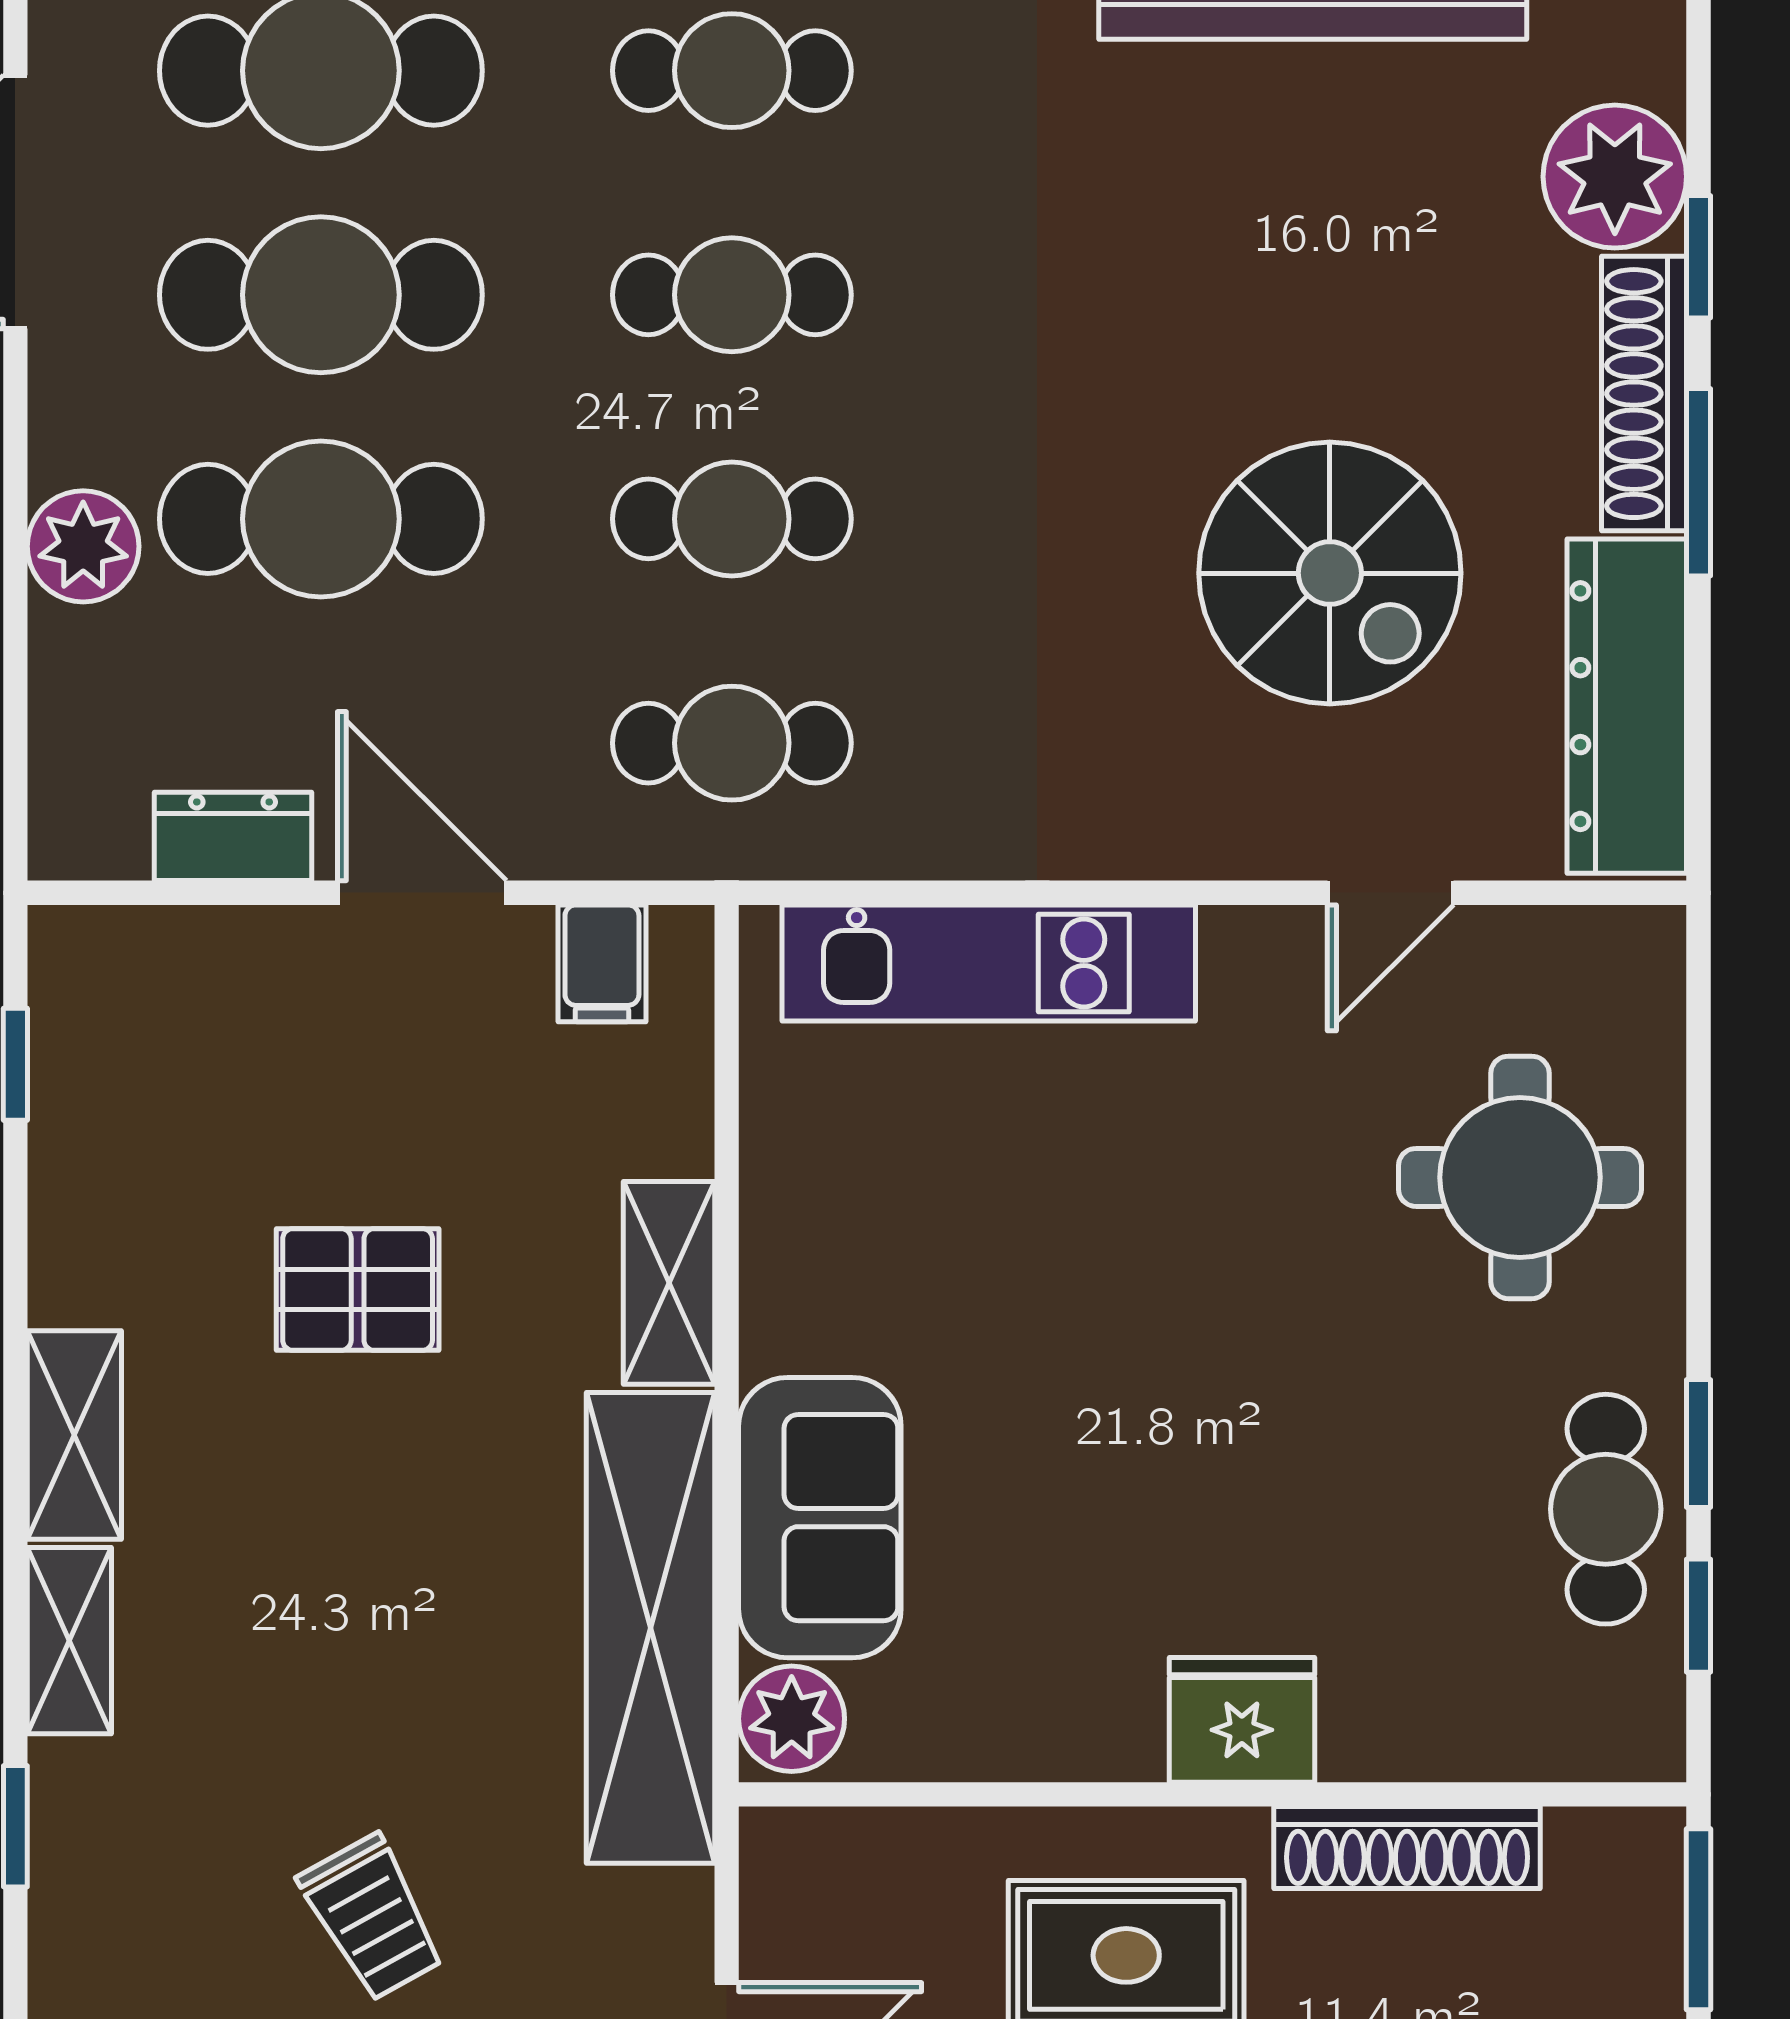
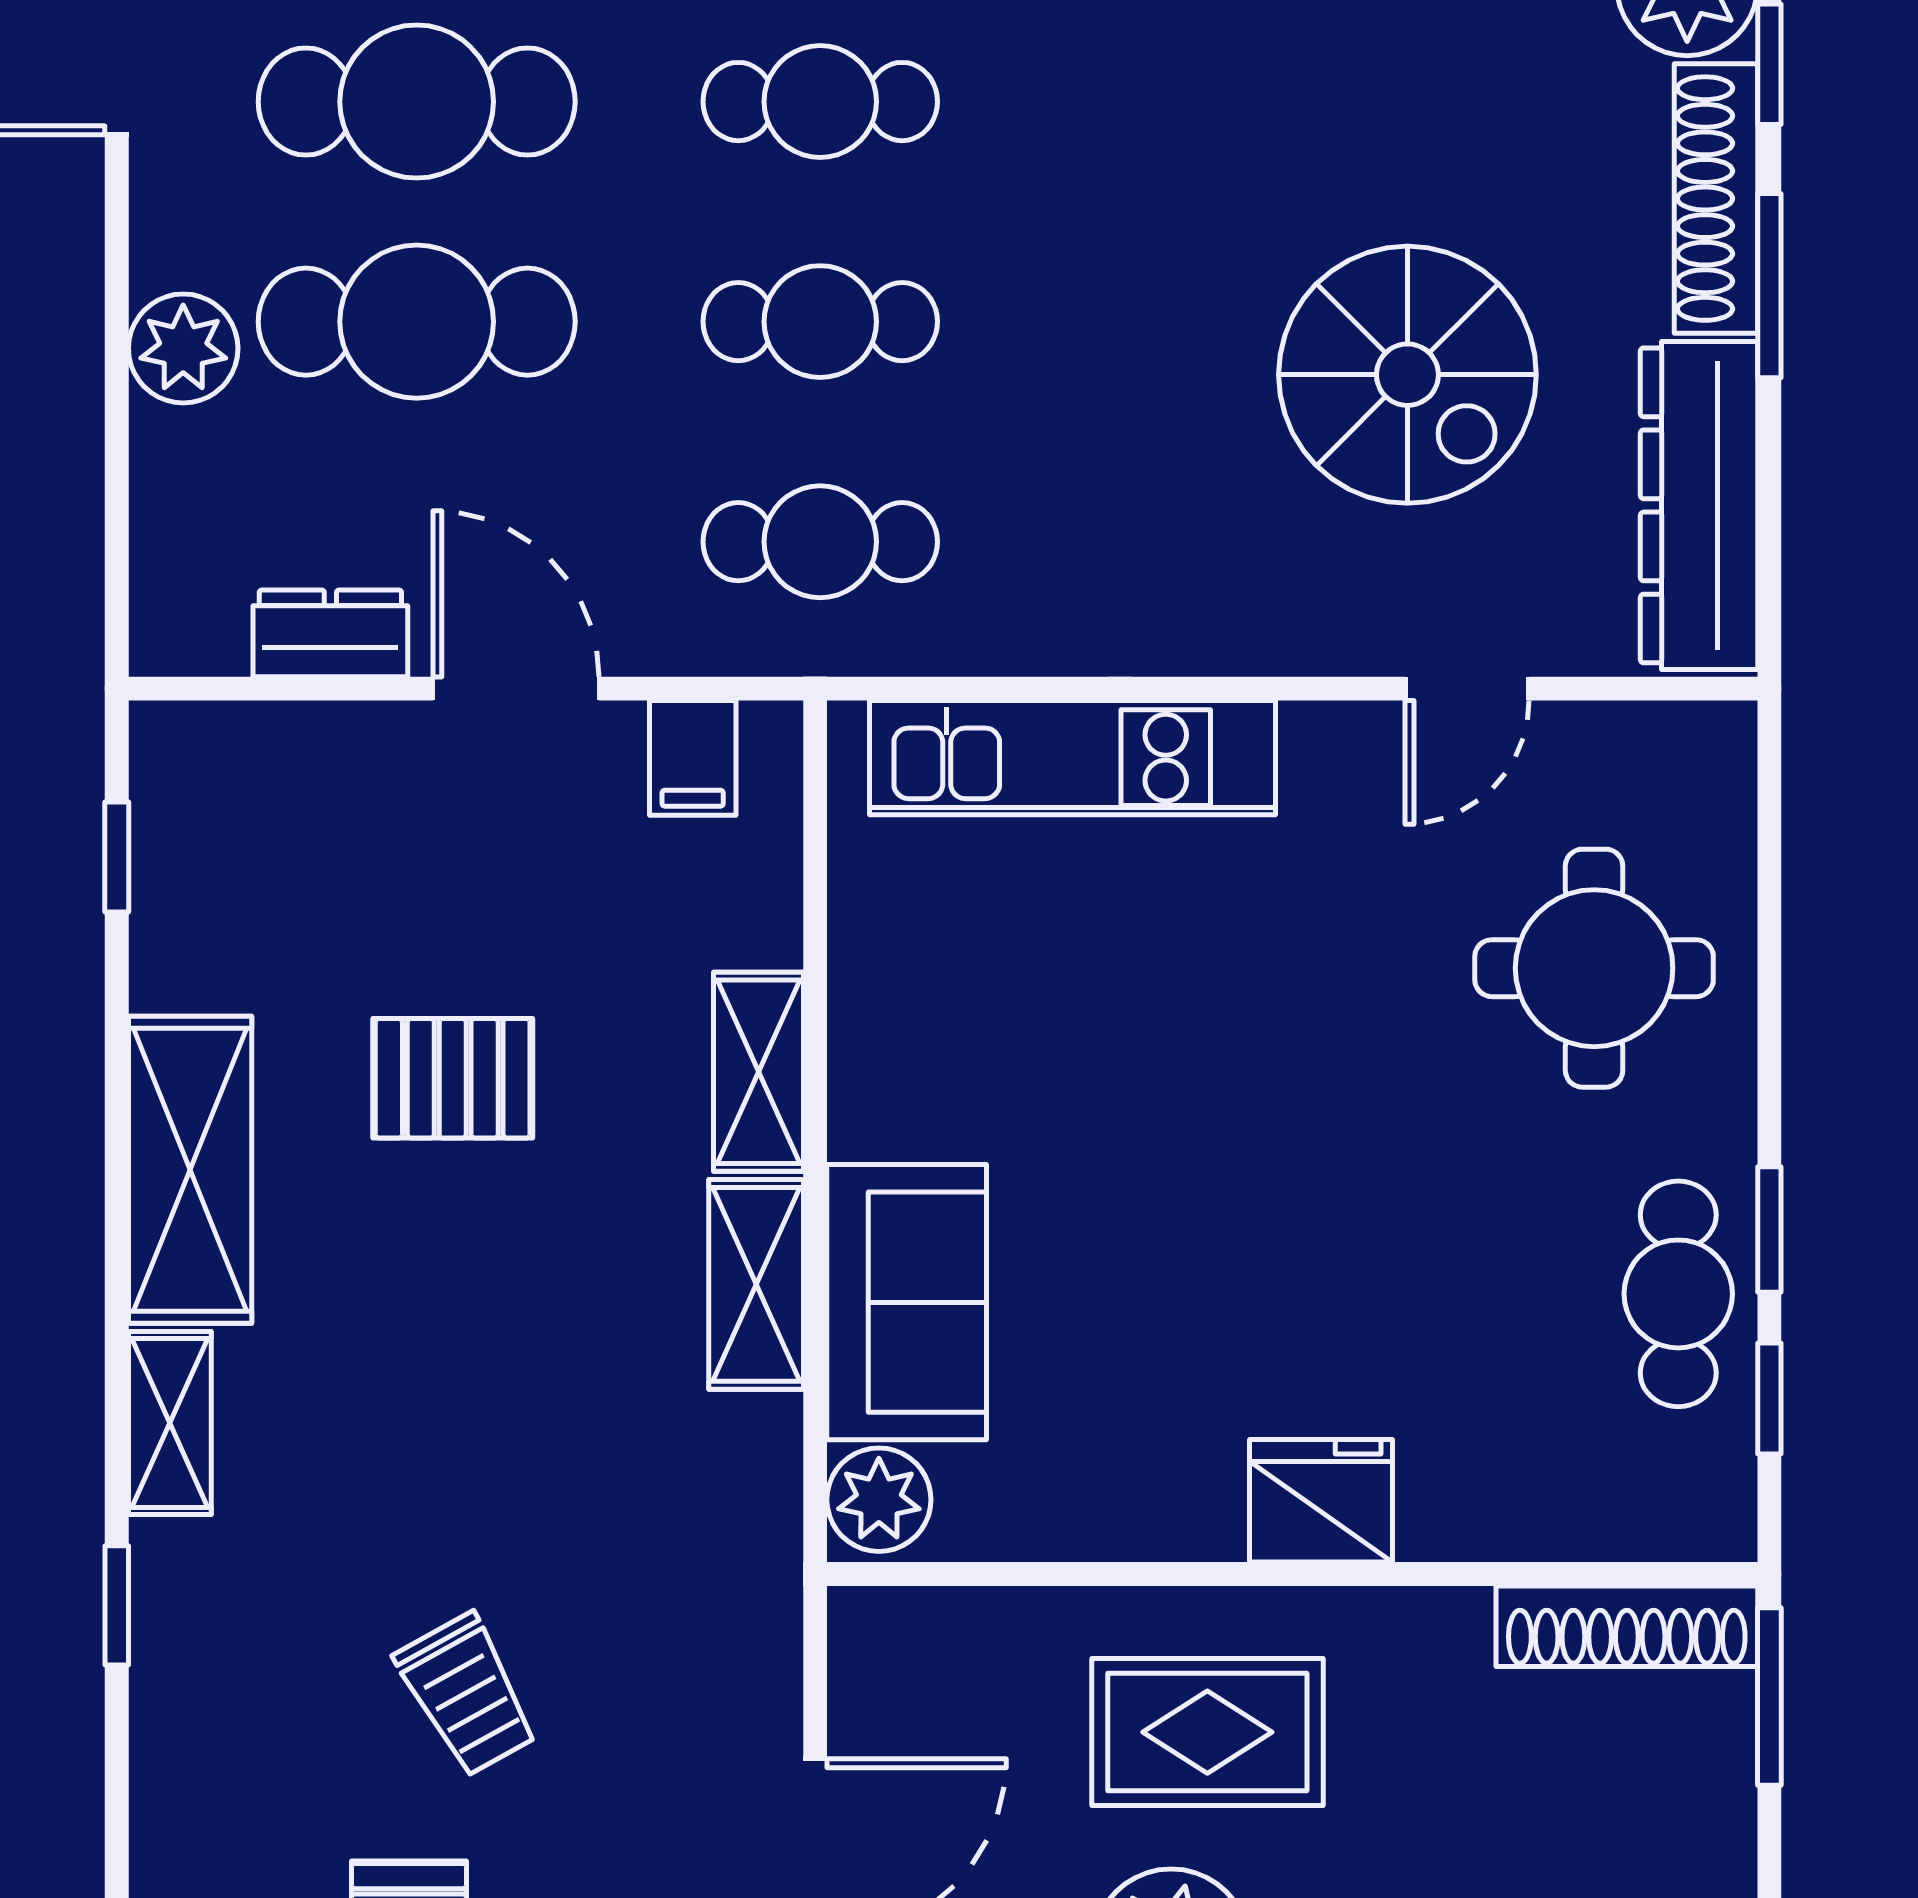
shelving: (74, 1435) -> (190, 1170), width x1.50, depth x1.33
shelving: (650, 1628) -> (756, 1284), width x0.45, depth x0.75
shoe rack: (1407, 1848) -> (1627, 1626), moved

